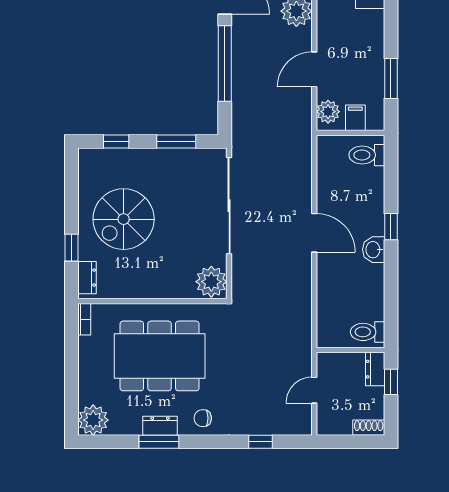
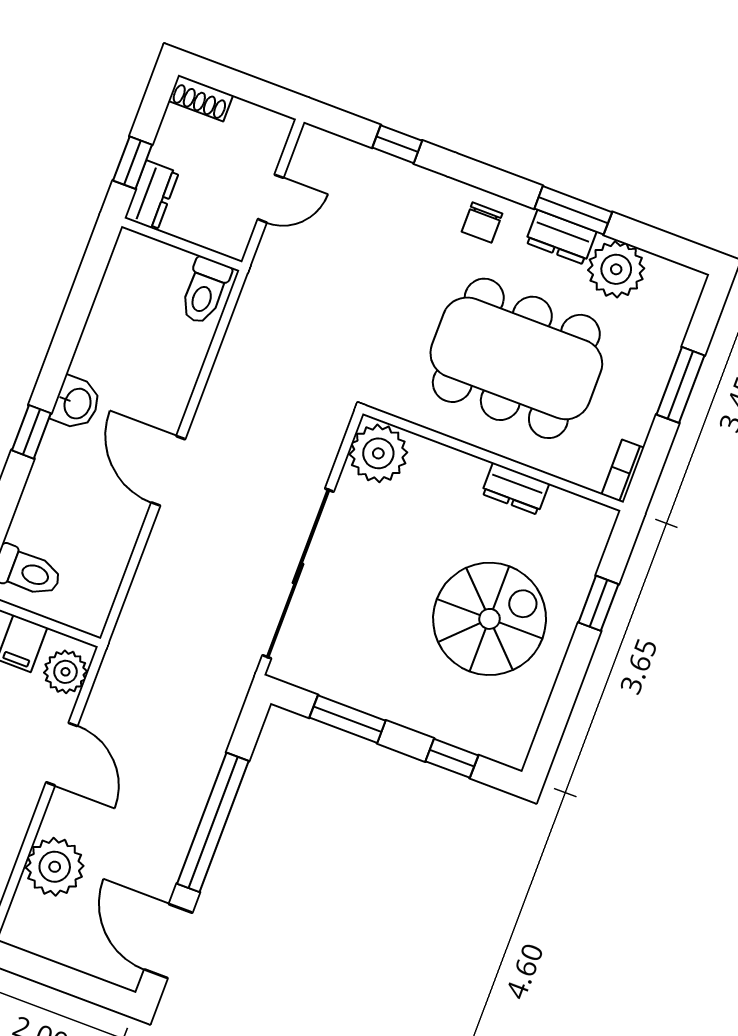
door: (314, 69) -> (62, 754), hinge flipped
dresser: (87, 278) -> (515, 489), moved, turned -90
toilet: (367, 332) -> (205, 291), moved, turned 90
window: (71, 374) -> (680, 385), added
chair: (203, 418) -> (482, 223), turned 90
plant: (93, 420) -> (616, 269), moved

